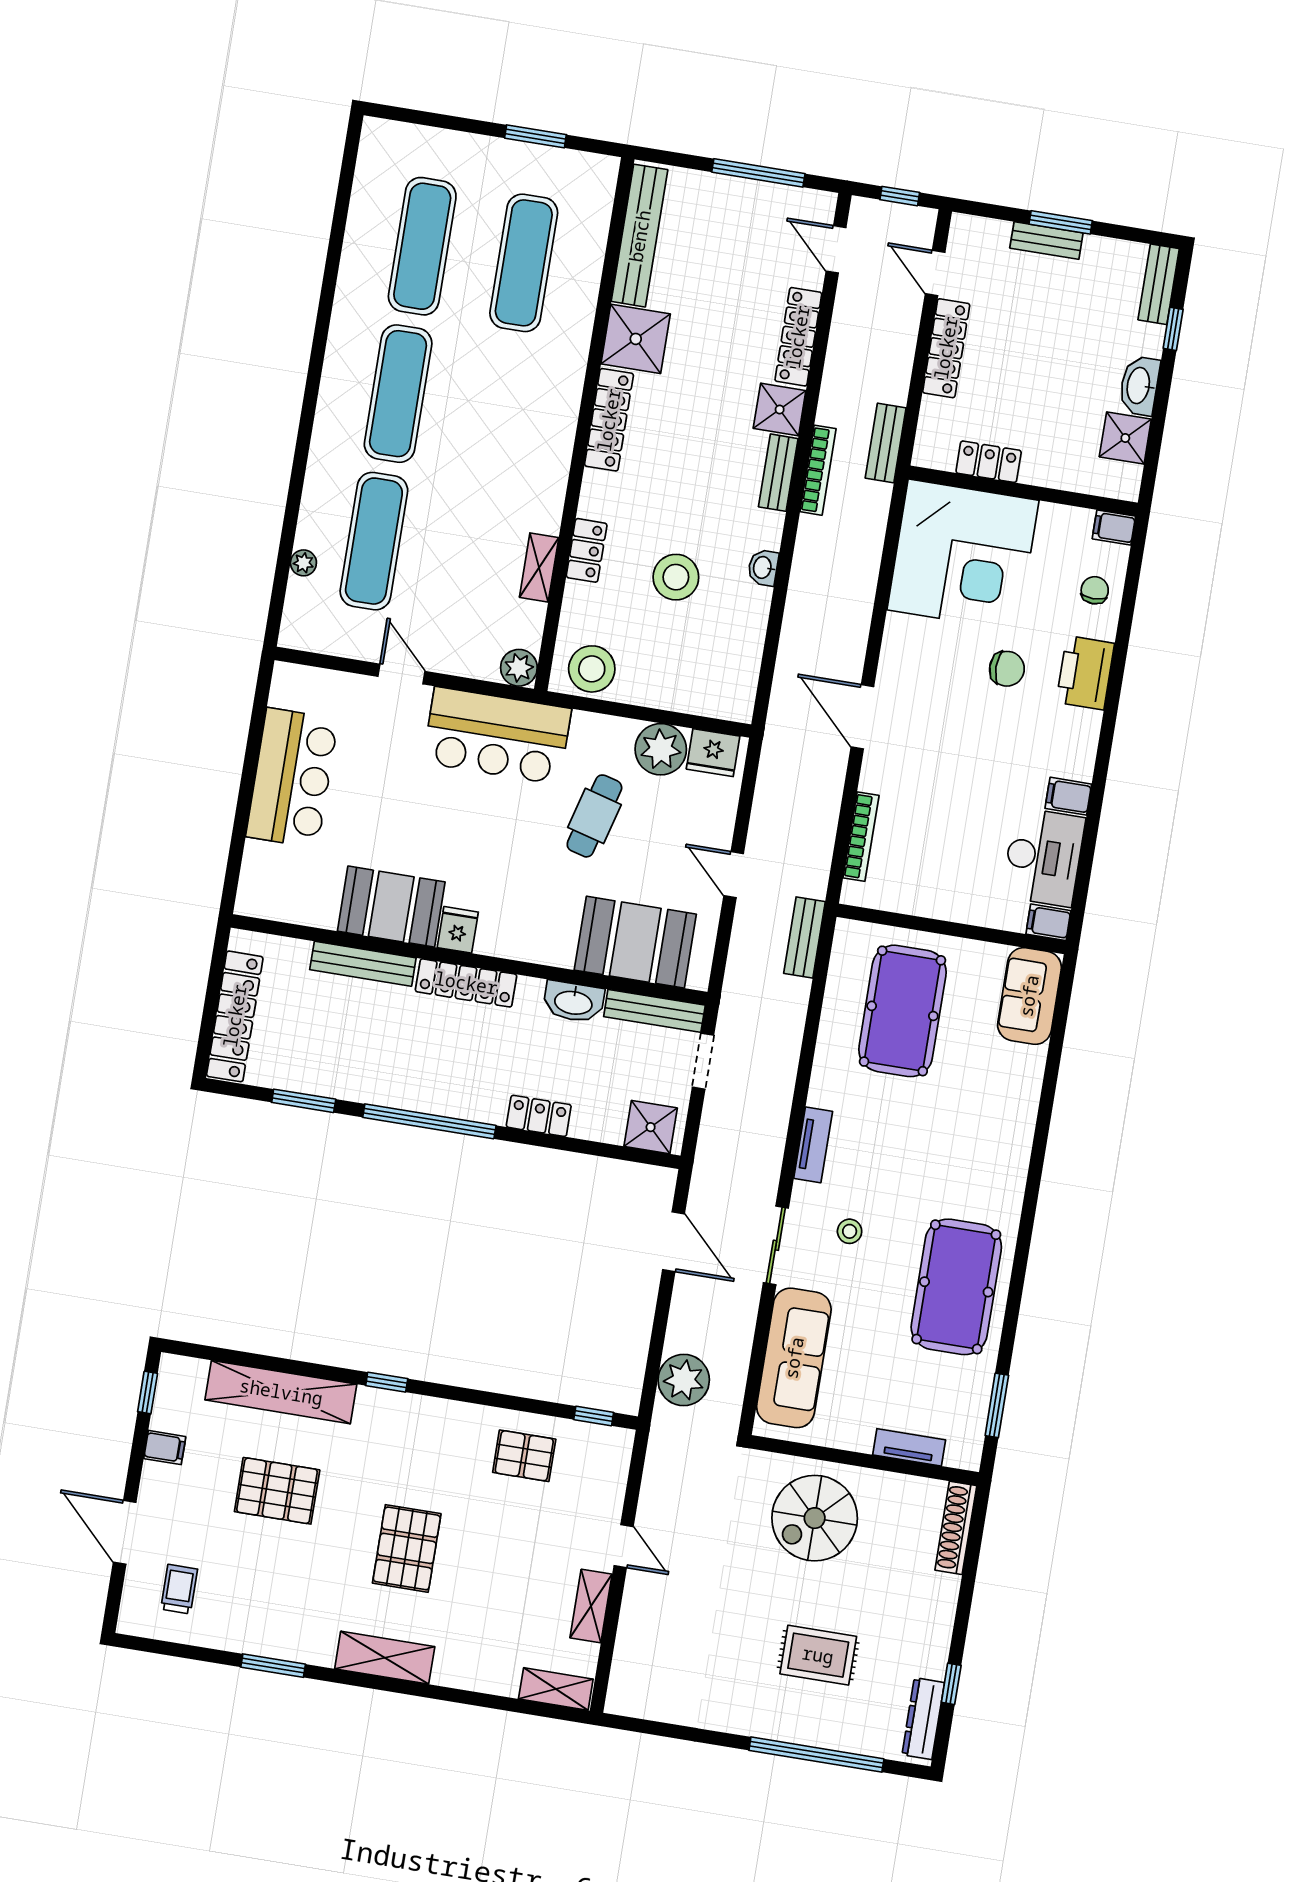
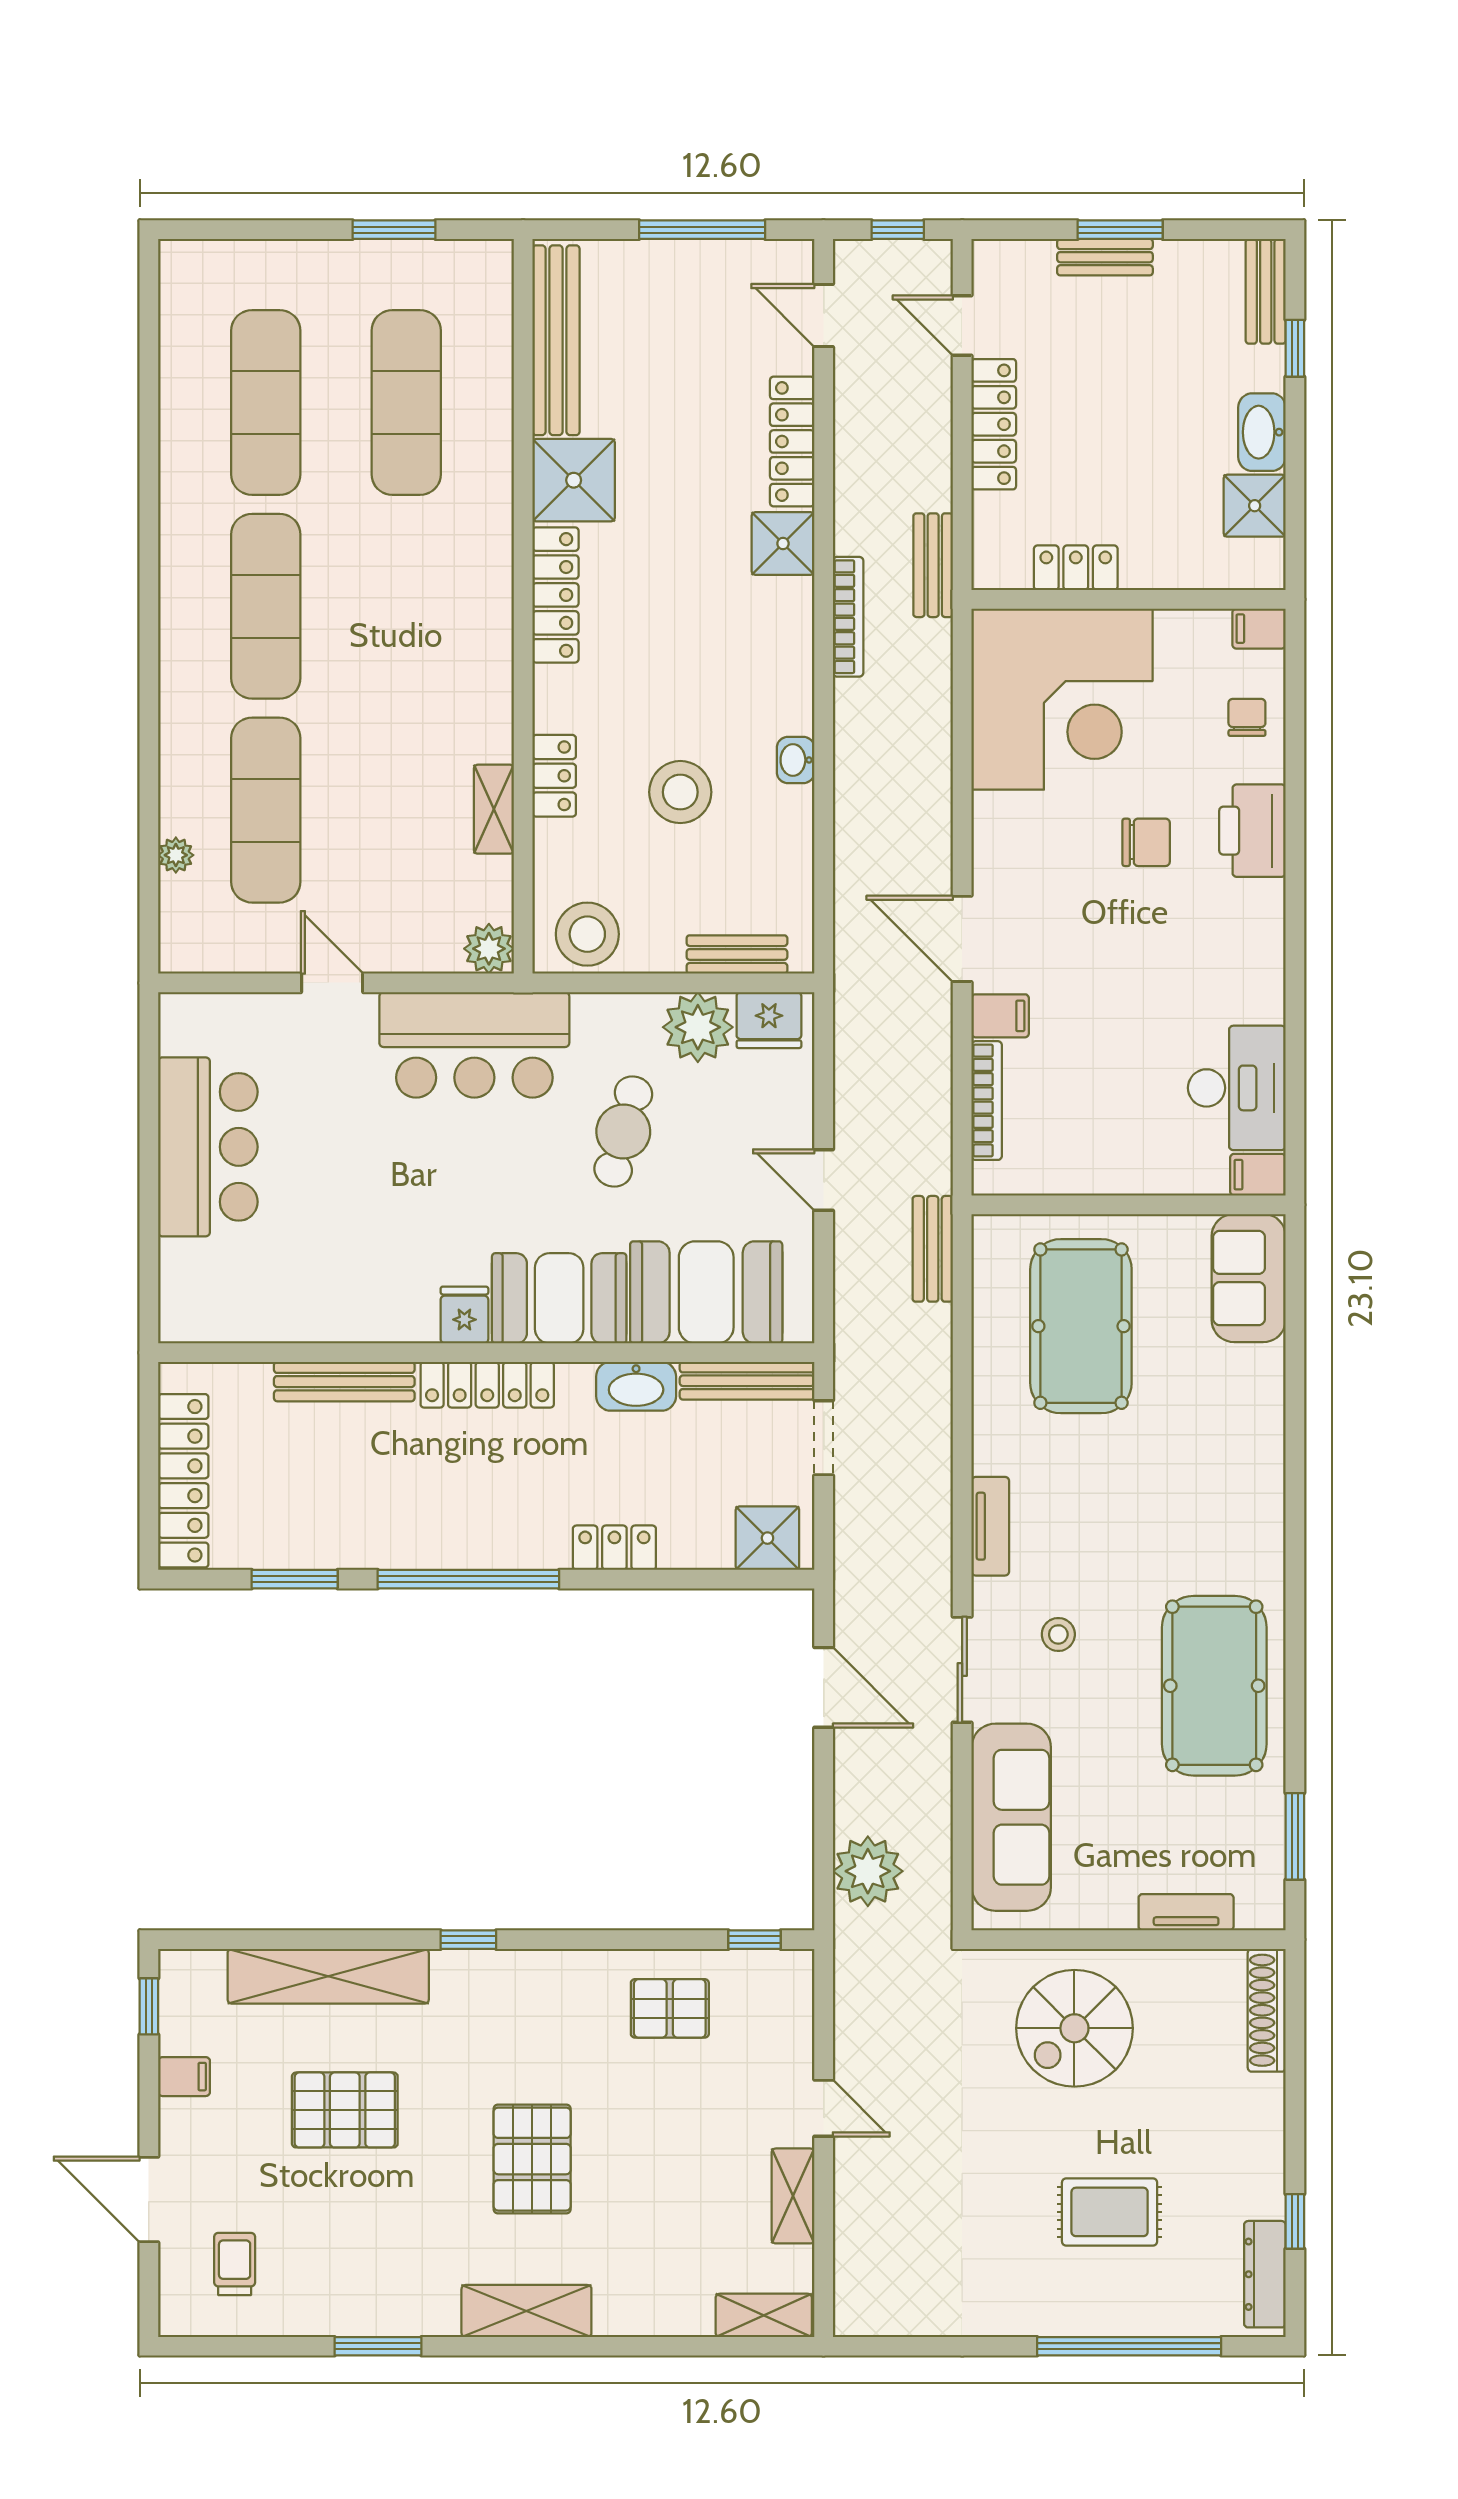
bench: (778, 473) -> (737, 954), moved, turned 90
filing cabinet: (1068, 796) -> (1000, 1016), moved, turned 180
booth: (391, 907) -> (559, 1298), moved

